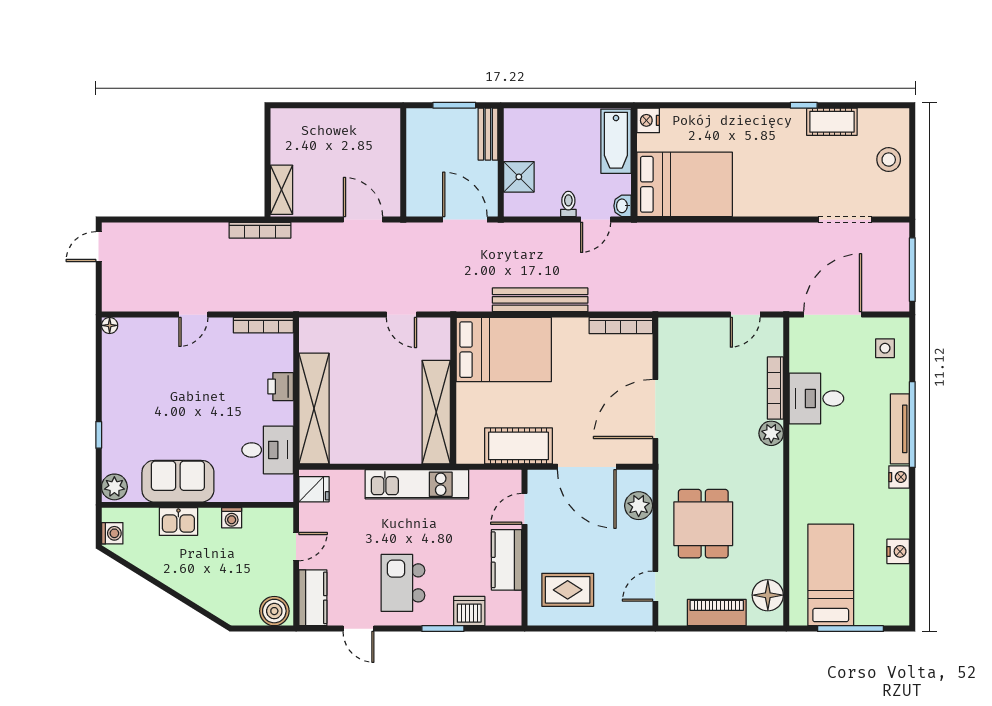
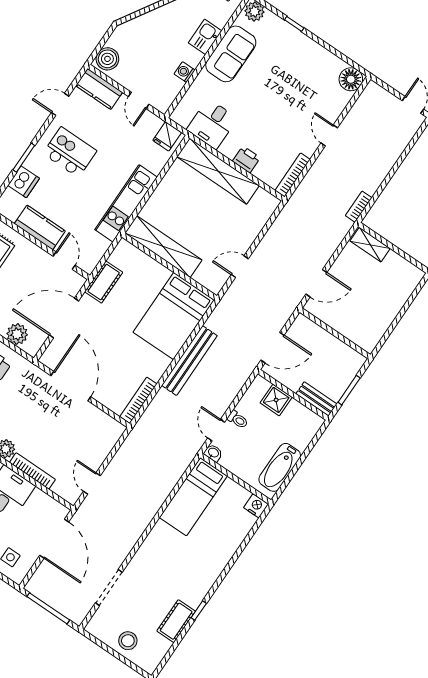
bathtub: (616, 141) -> (280, 467), moved, turned -90
bed: (685, 184) -> (193, 497), width x0.67
bookcase: (260, 230) -> (359, 207), width x0.64
floor lamp: (110, 325) -> (351, 79), width x1.89, depth x1.89
cot: (518, 446) -> (104, 282), width x0.73, depth x0.75

